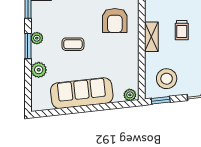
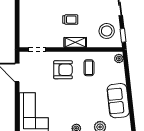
coffee table: (73, 44) -> (89, 68), moved
sofa: (82, 93) -> (118, 101), width x0.73

